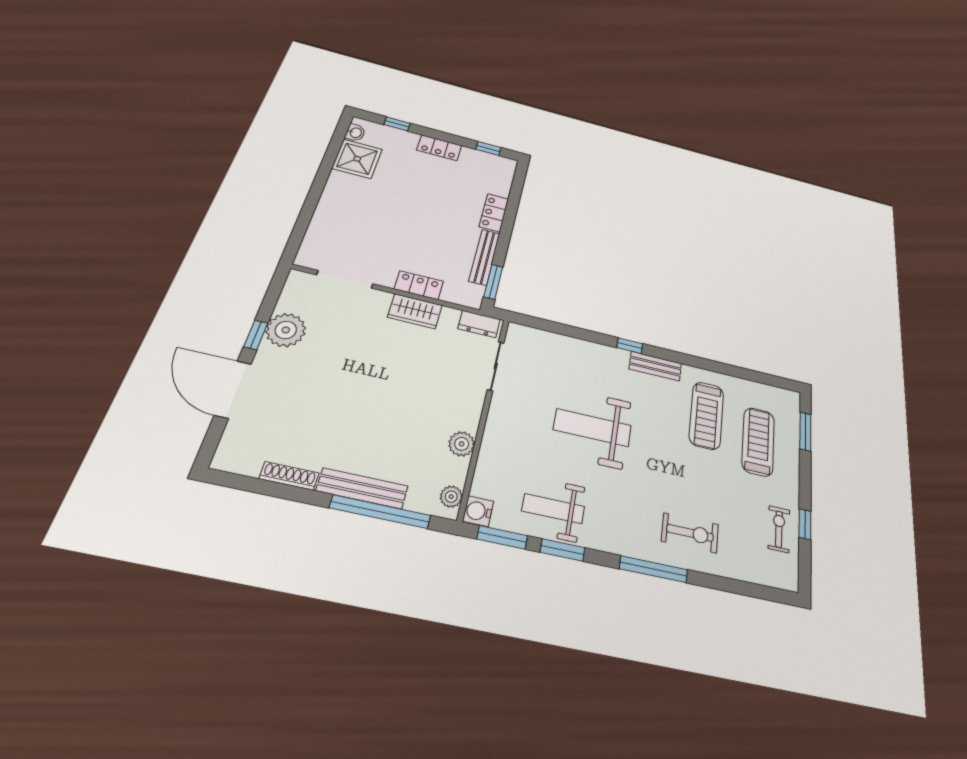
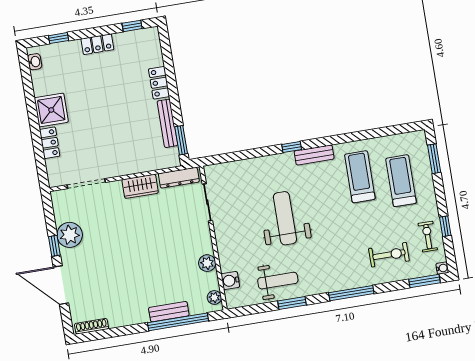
shower: (357, 159) -> (51, 110), moved
locker: (419, 285) -> (50, 143), moved, turned 90
dresser: (479, 324) -> (179, 178), width x1.44
treadmill: (706, 415) -> (360, 177), turned 180
weight bench: (592, 428) -> (285, 218), turned 90
shoe rack: (289, 476) -> (92, 326), moved
bench: (362, 488) -> (169, 312), width x0.73
weight bench: (553, 509) -> (278, 281), turned 180
water cooler: (478, 511) -> (230, 281), moved
exercise bike: (690, 533) -> (389, 255), moved
window: (502, 537) -> (424, 281), moved
water cooler: (791, 582) -> (442, 268), added

